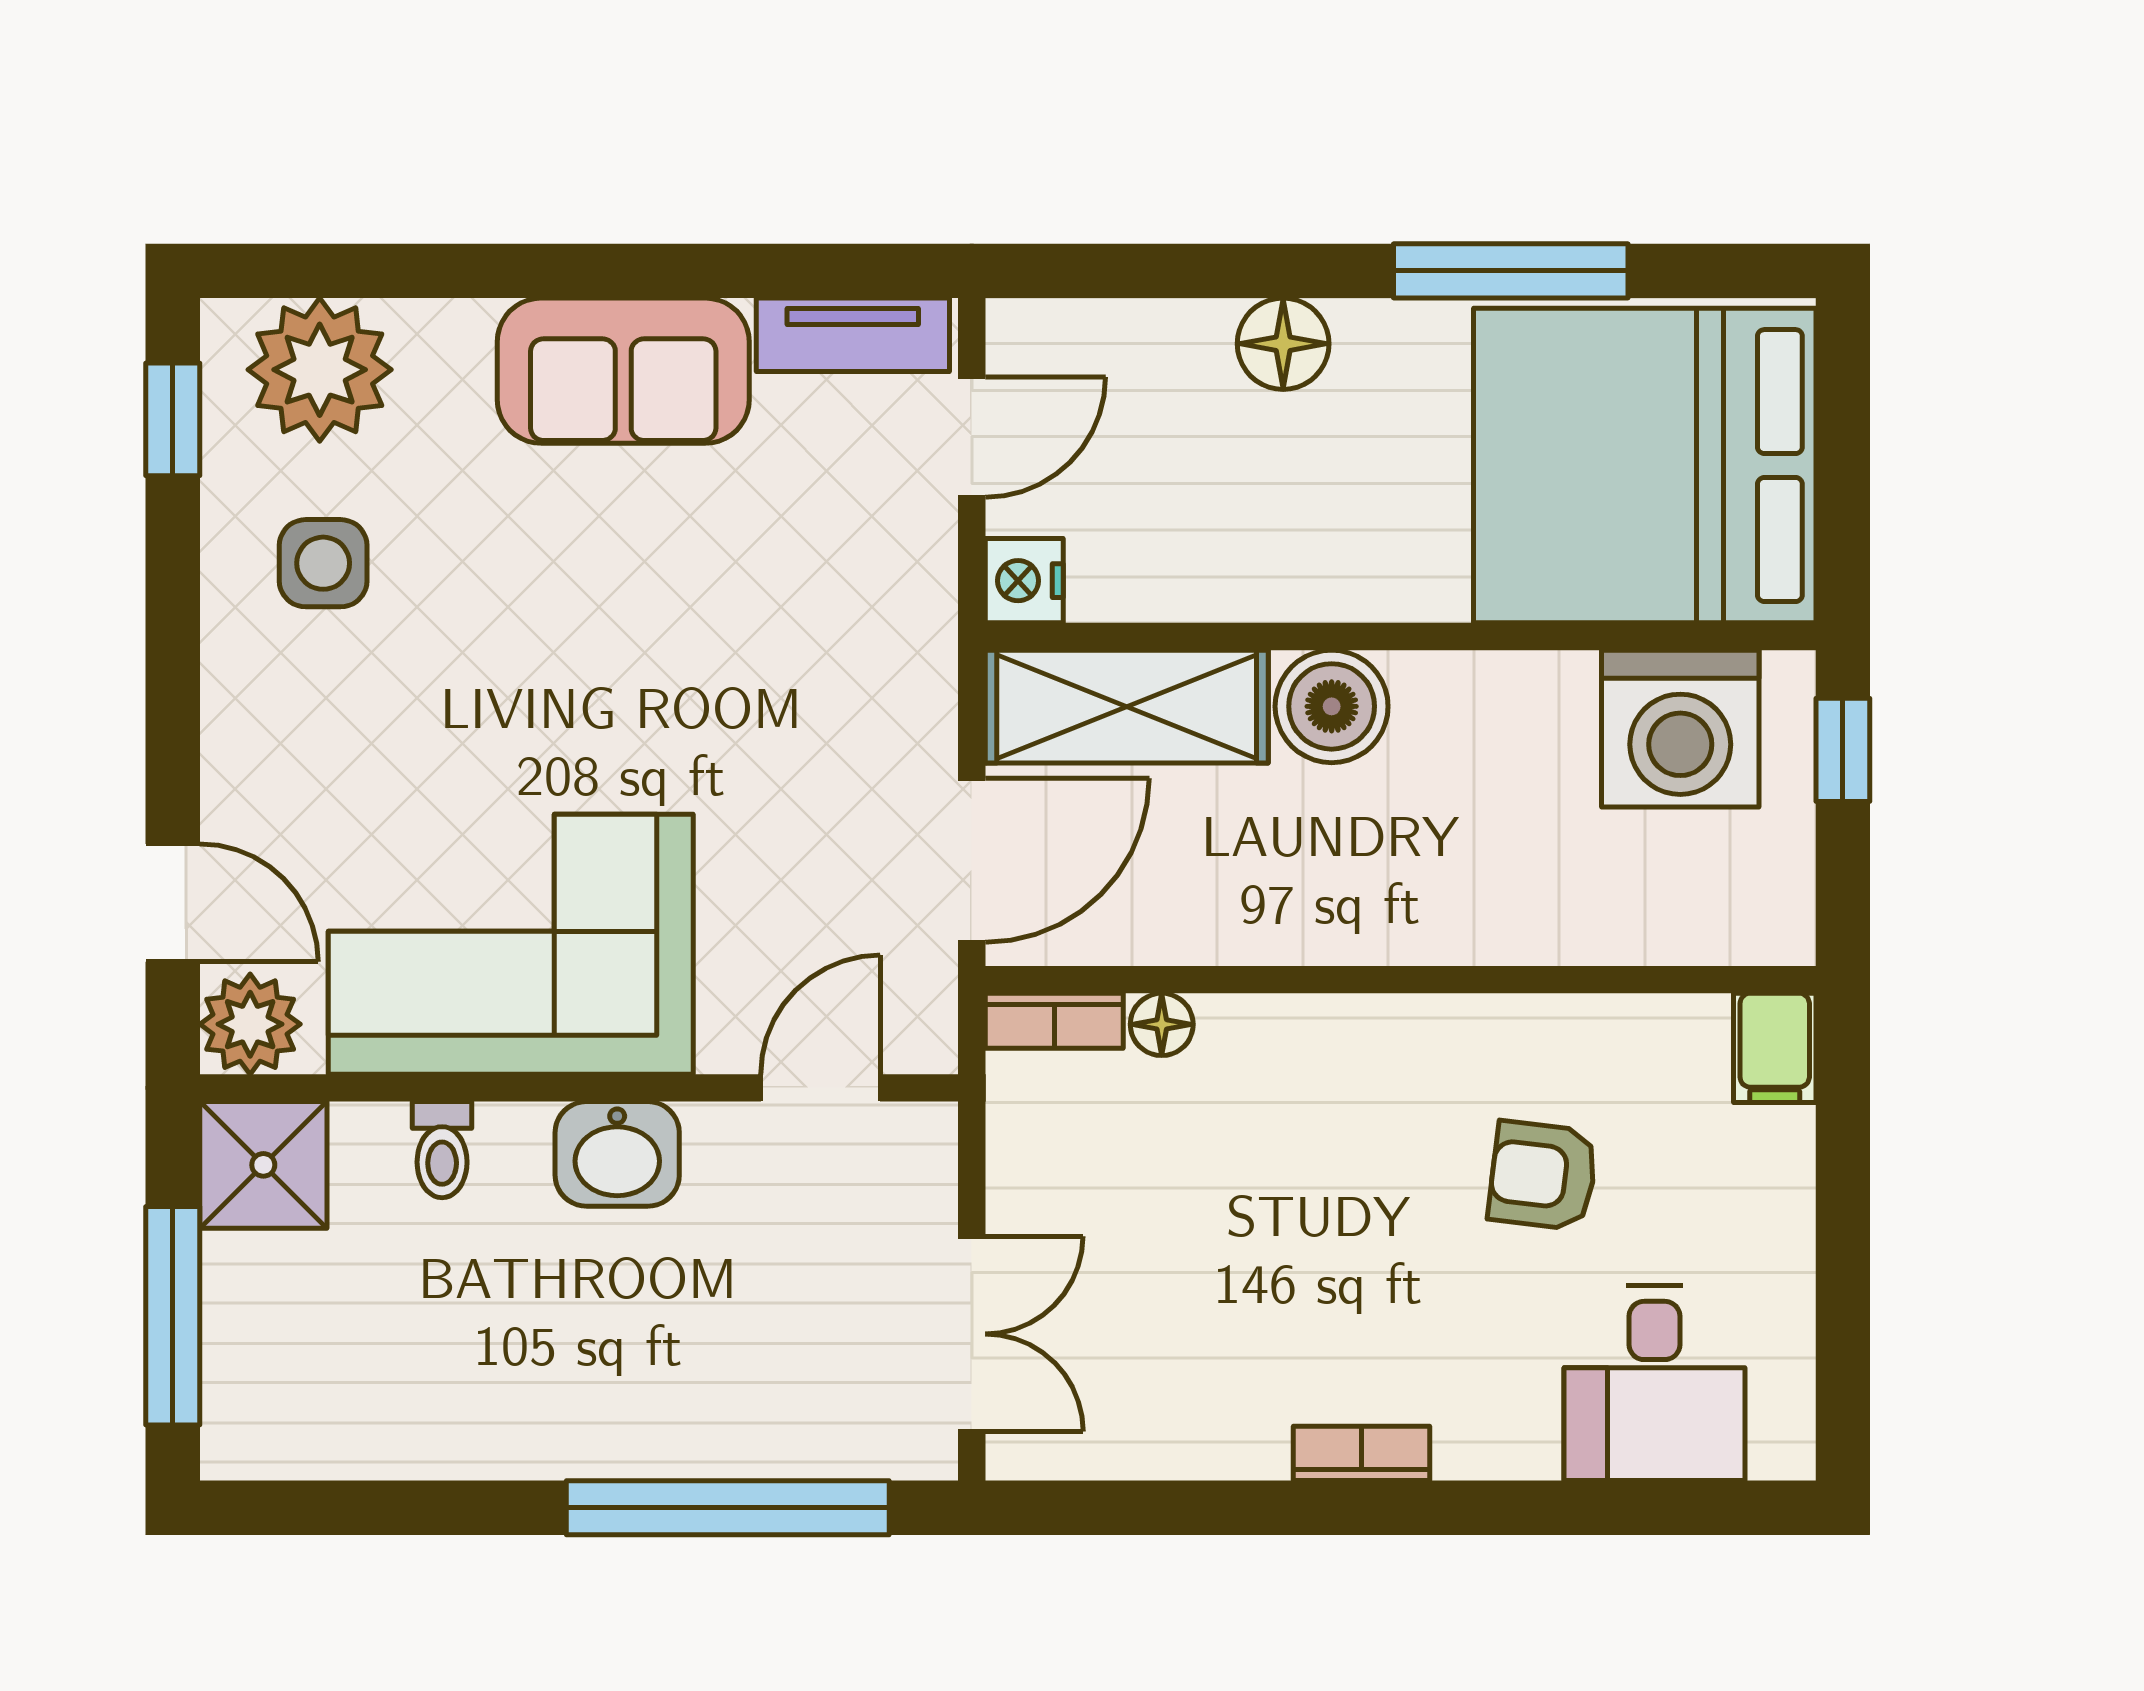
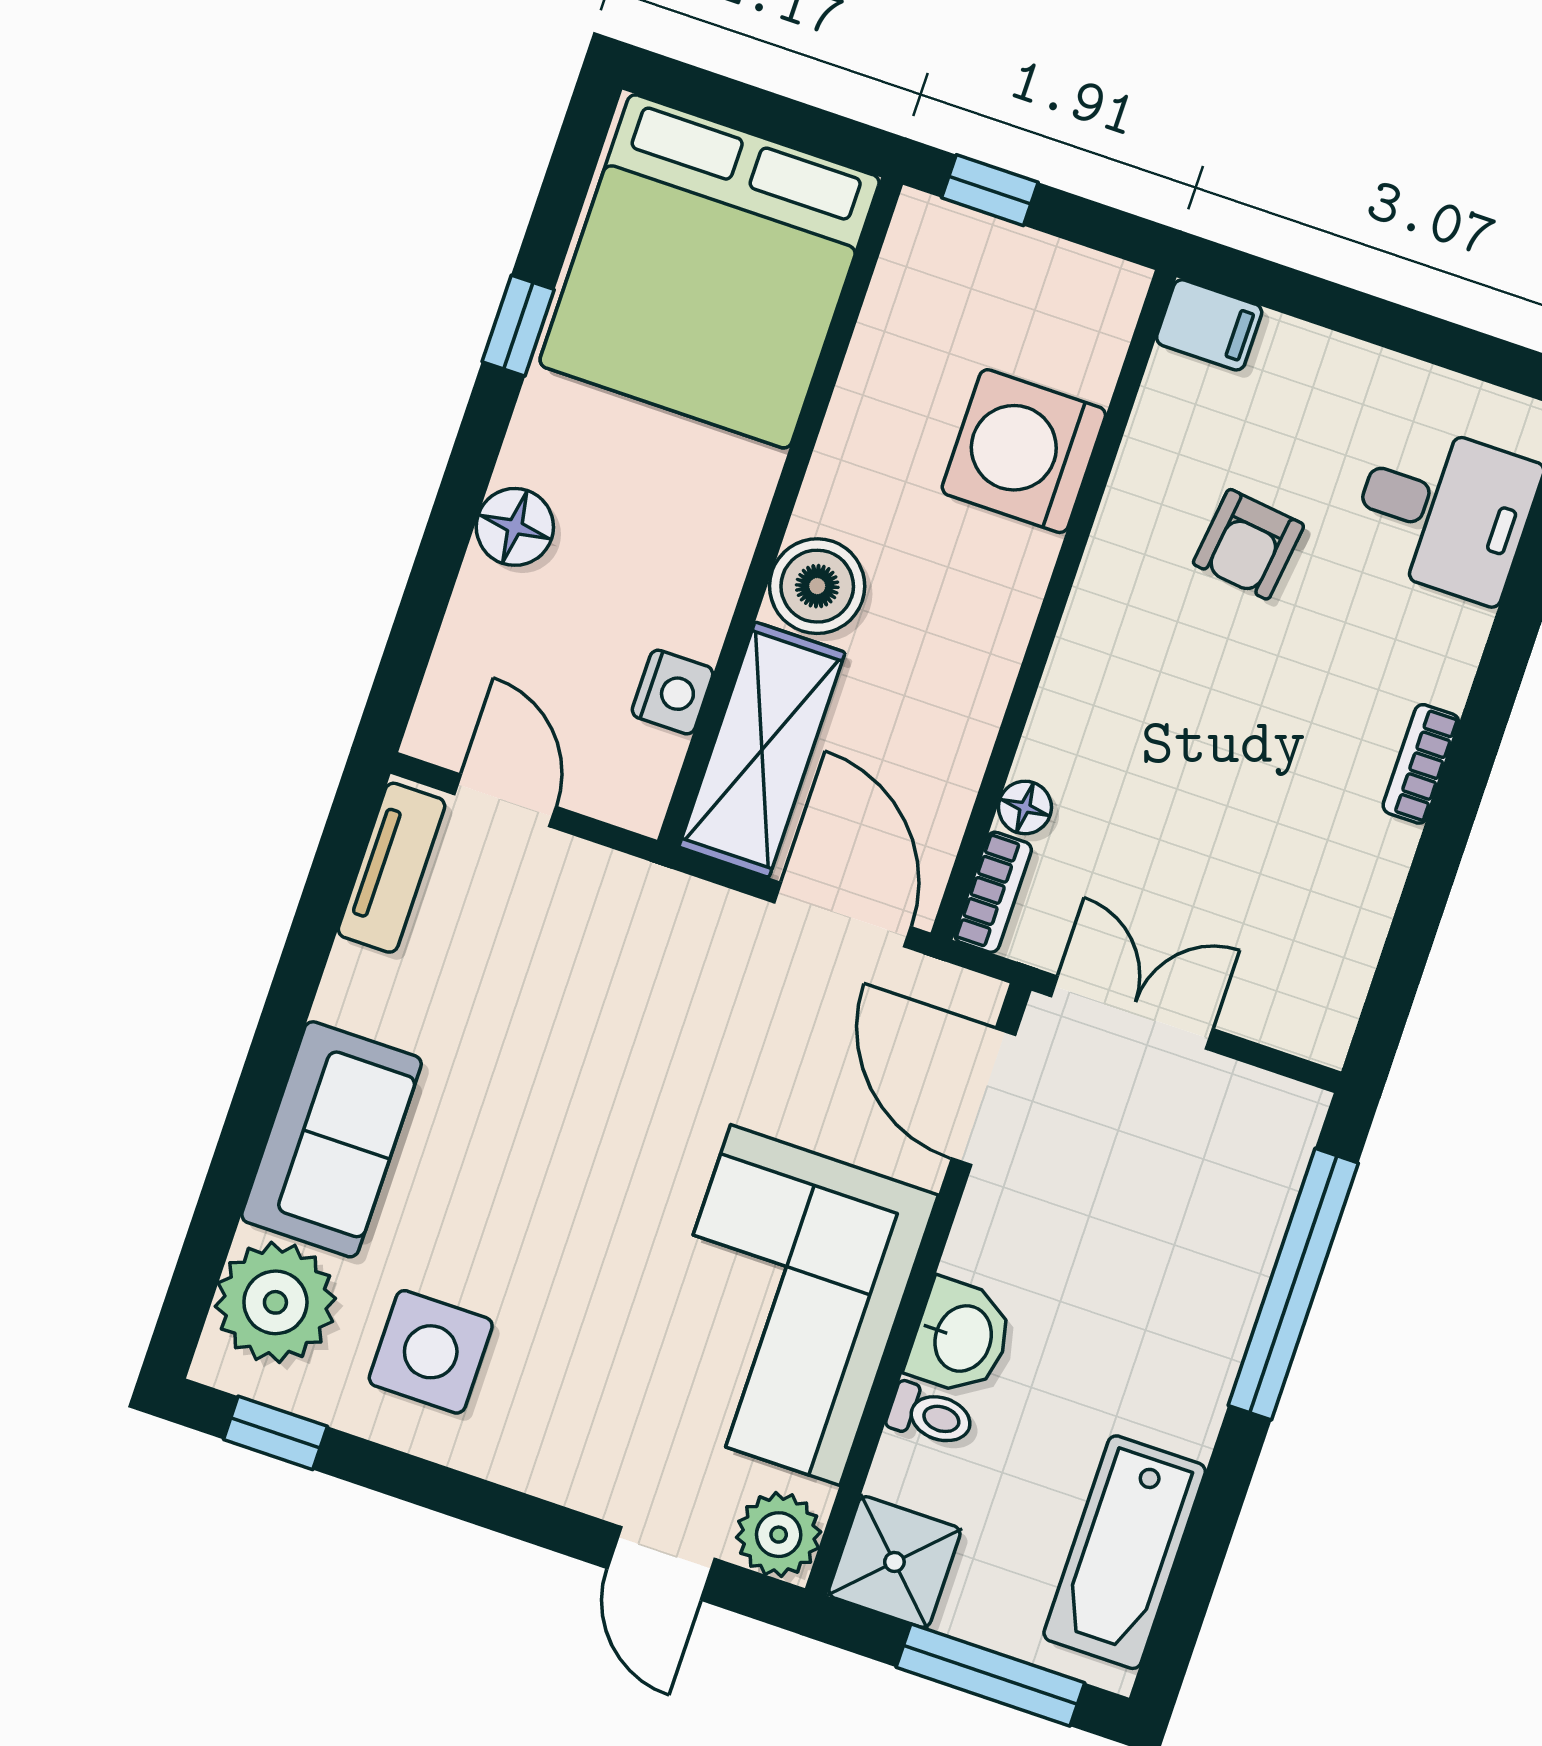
window: (1511, 271) -> (518, 326), width x0.46
sofa: (623, 371) -> (332, 1139), moved
side table: (323, 563) -> (431, 1352), width x1.37, depth x1.37
nightstand: (1024, 581) -> (673, 692), moved, turned -90
washing machine: (1680, 729) -> (1024, 451), moved, turned 180
door: (173, 903) -> (661, 1563), swing flipped
door: (821, 1088) -> (983, 1097), width x1.37
washbasin: (617, 1154) -> (961, 1338), moved
double door: (972, 1334) -> (1132, 1013), moved
bathtub: (362, 1420) -> (1125, 1552), added

